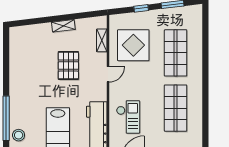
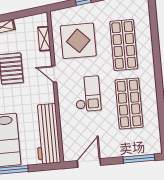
door: (108, 74) -> (54, 74), swing flipped
checkout: (128, 117) -> (88, 94), moved

